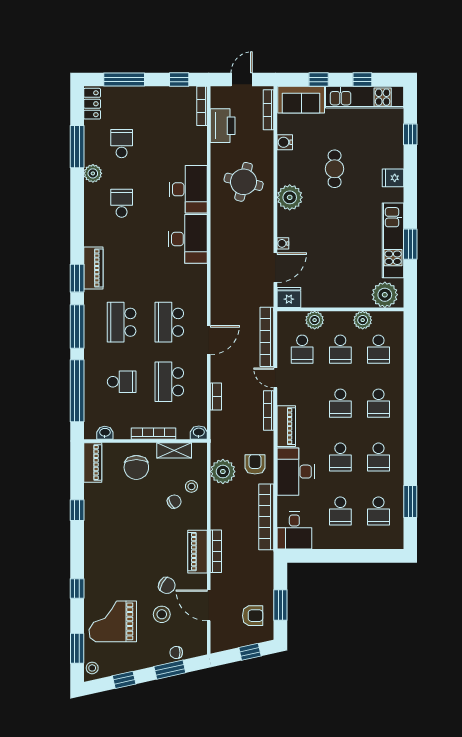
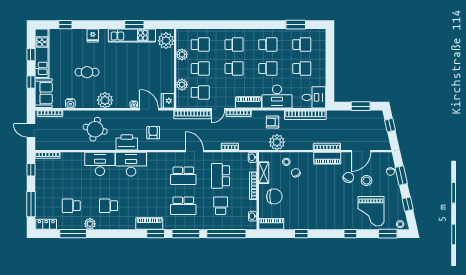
printer: (223, 126) -> (127, 142), moved
school desk: (169, 382) -> (221, 176), turned 90
armchair: (253, 616) -> (153, 133), moved

